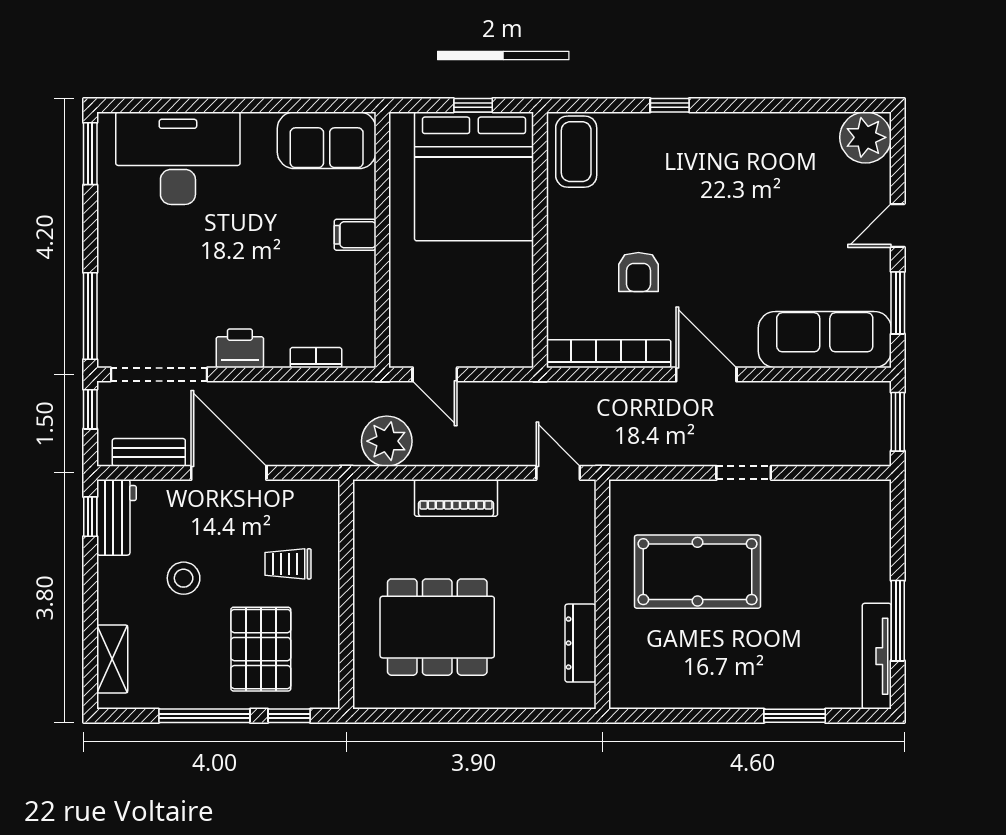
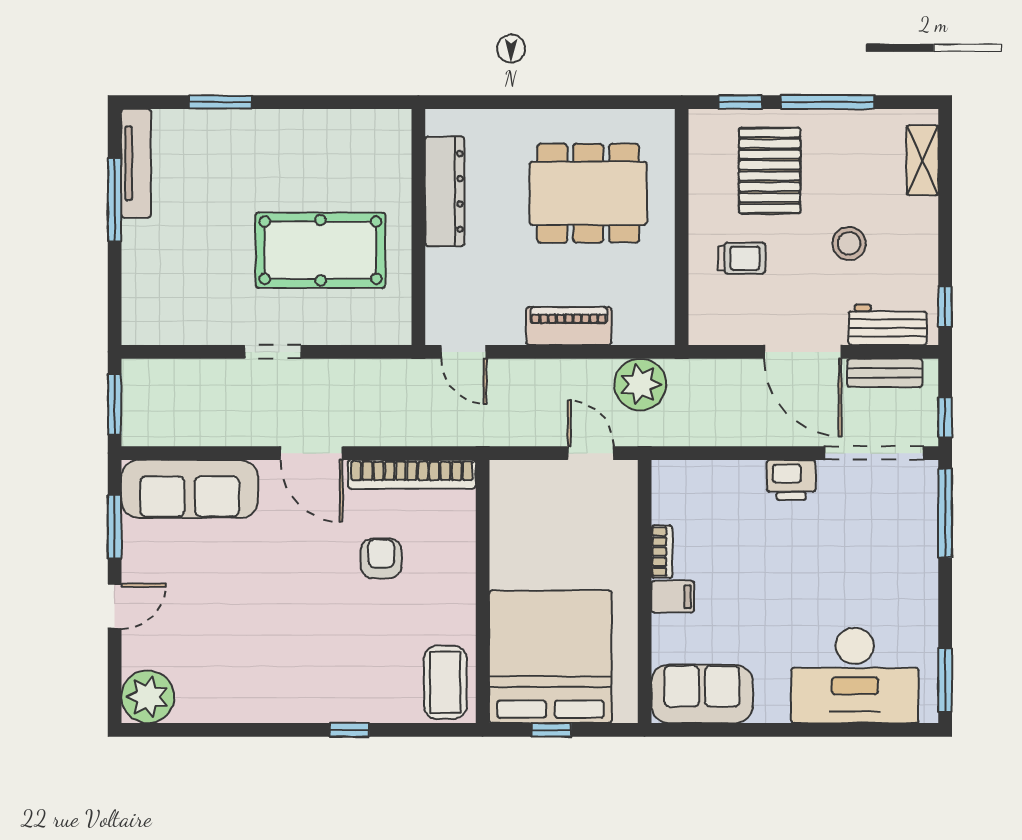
bookcase: (316, 358) -> (662, 552), moved, turned -90
workbench: (116, 517) -> (888, 325), moved, turned 90
dresser: (580, 643) -> (445, 191), width x1.37, depth x1.24

